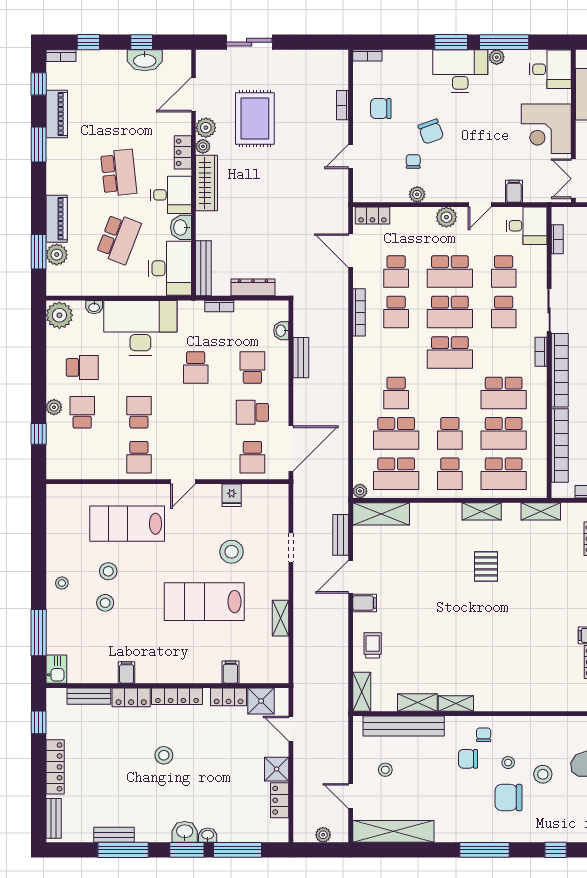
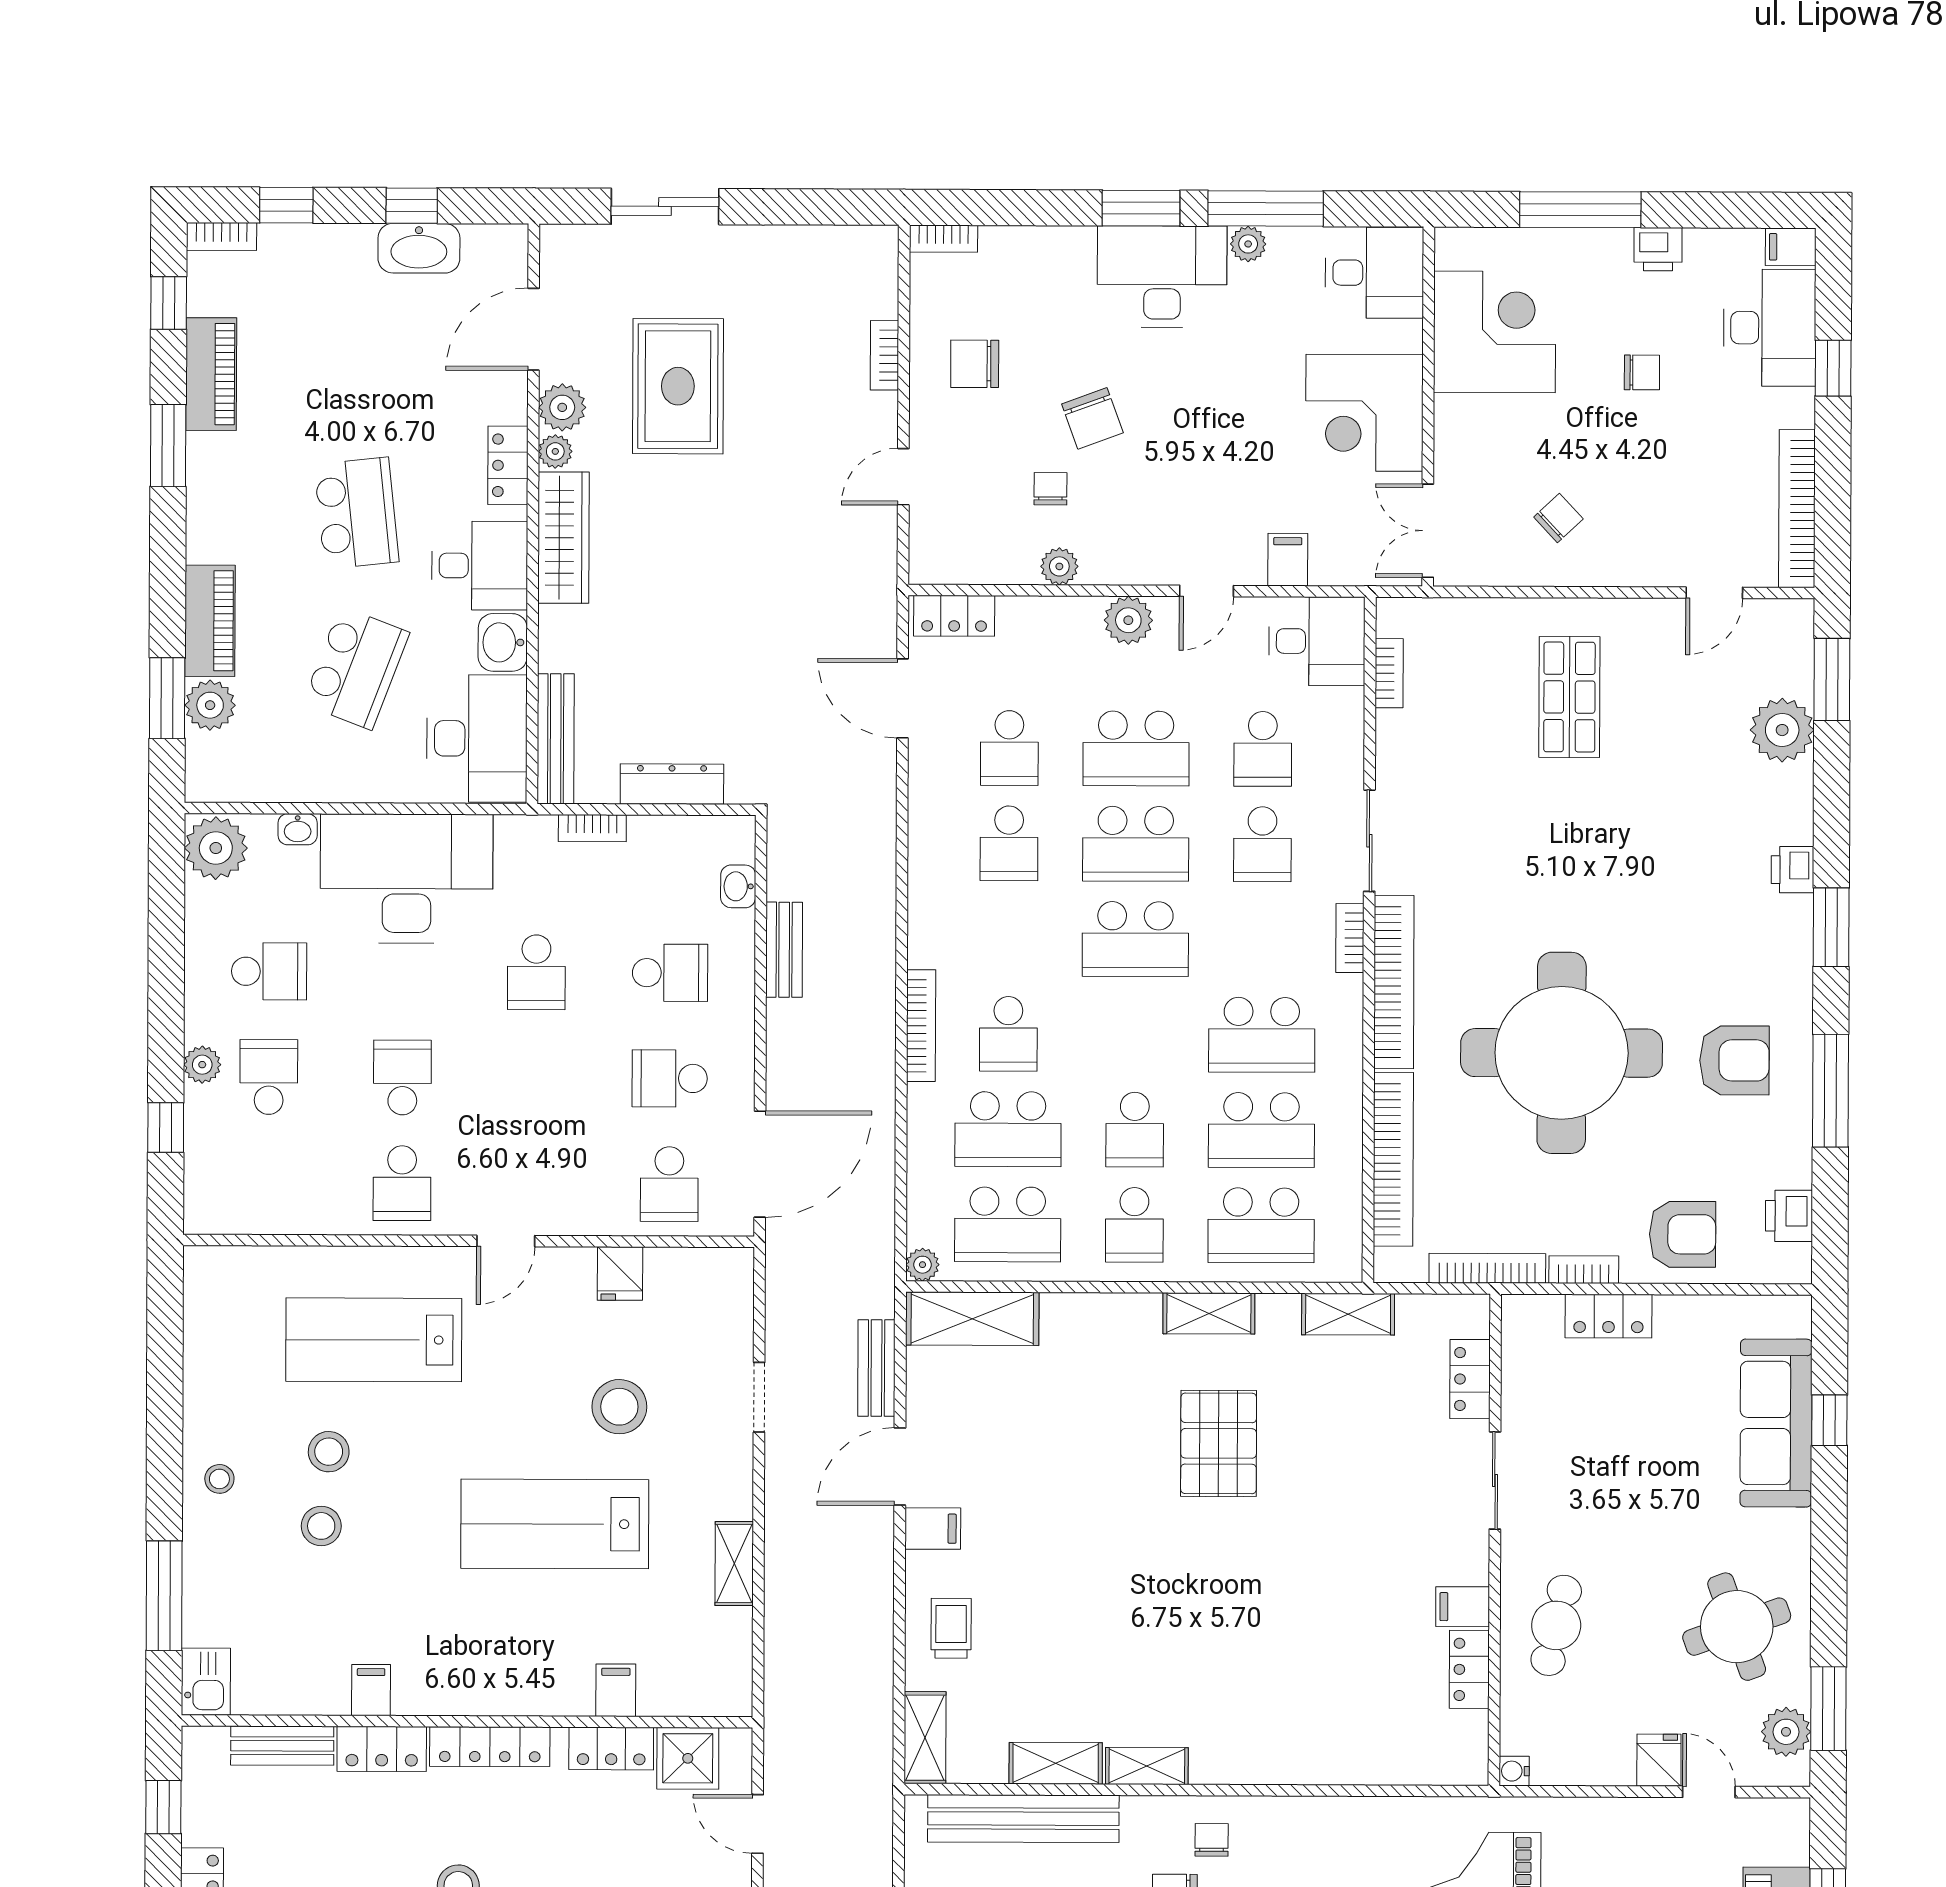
bookcase: (359, 312) -> (921, 1026), moved
school desk: (252, 367) -> (670, 973), turned 90
pallet: (486, 566) -> (1219, 1443), width x1.50, depth x1.42

